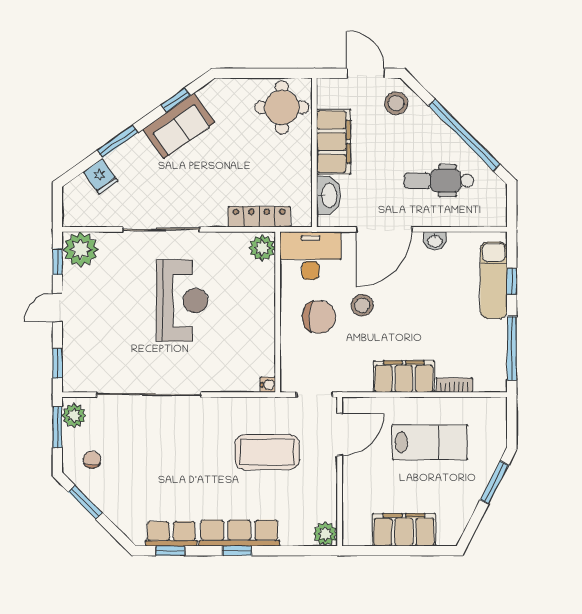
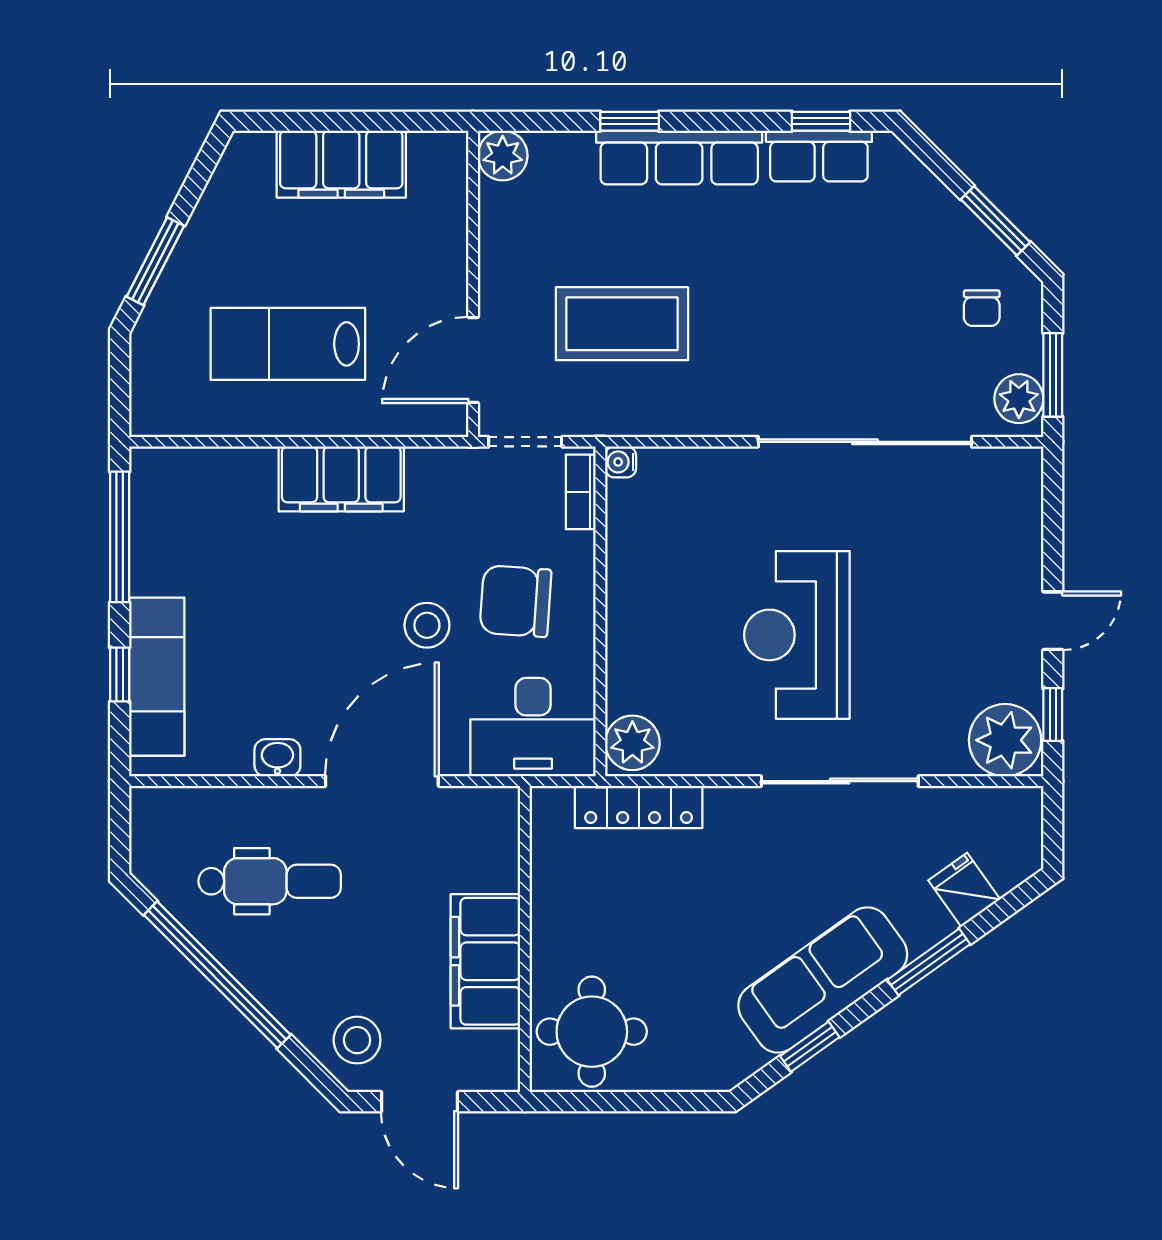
sofa: (179, 126) -> (823, 980), width x1.36
washbasin: (328, 195) -> (496, 851), removed
window: (57, 363) -> (1053, 506), removed
bookcase: (454, 385) -> (581, 492), moved, turned 90
window: (237, 551) -> (630, 121), moved

